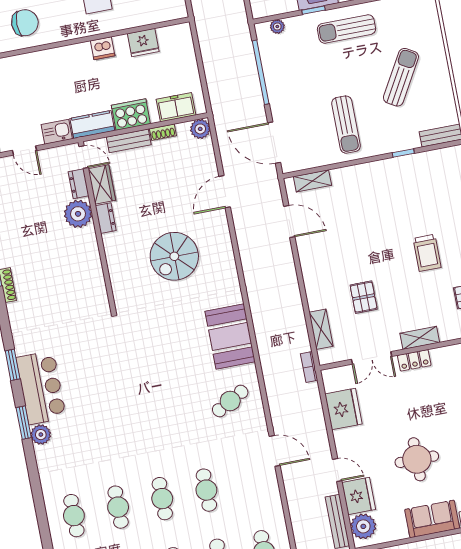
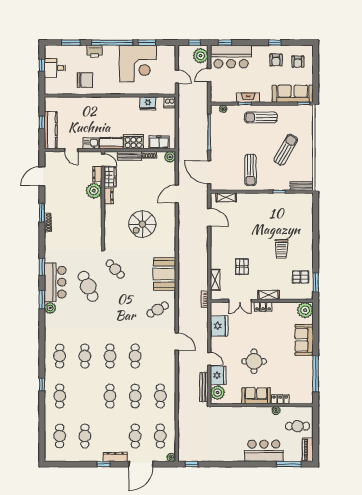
dishwasher: (103, 48) -> (170, 102), moved
cafe table: (142, 344) -> (115, 269), added
cafe table: (100, 384) -> (88, 286), added

